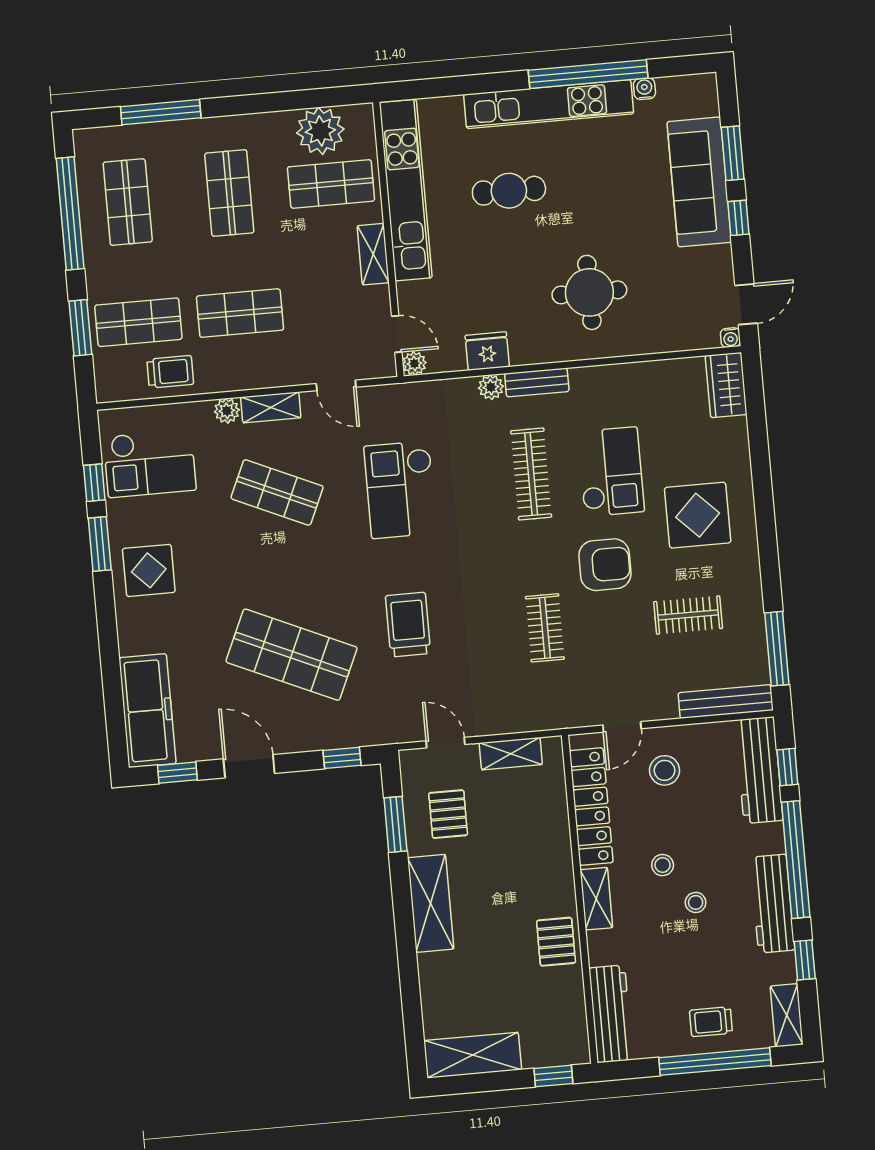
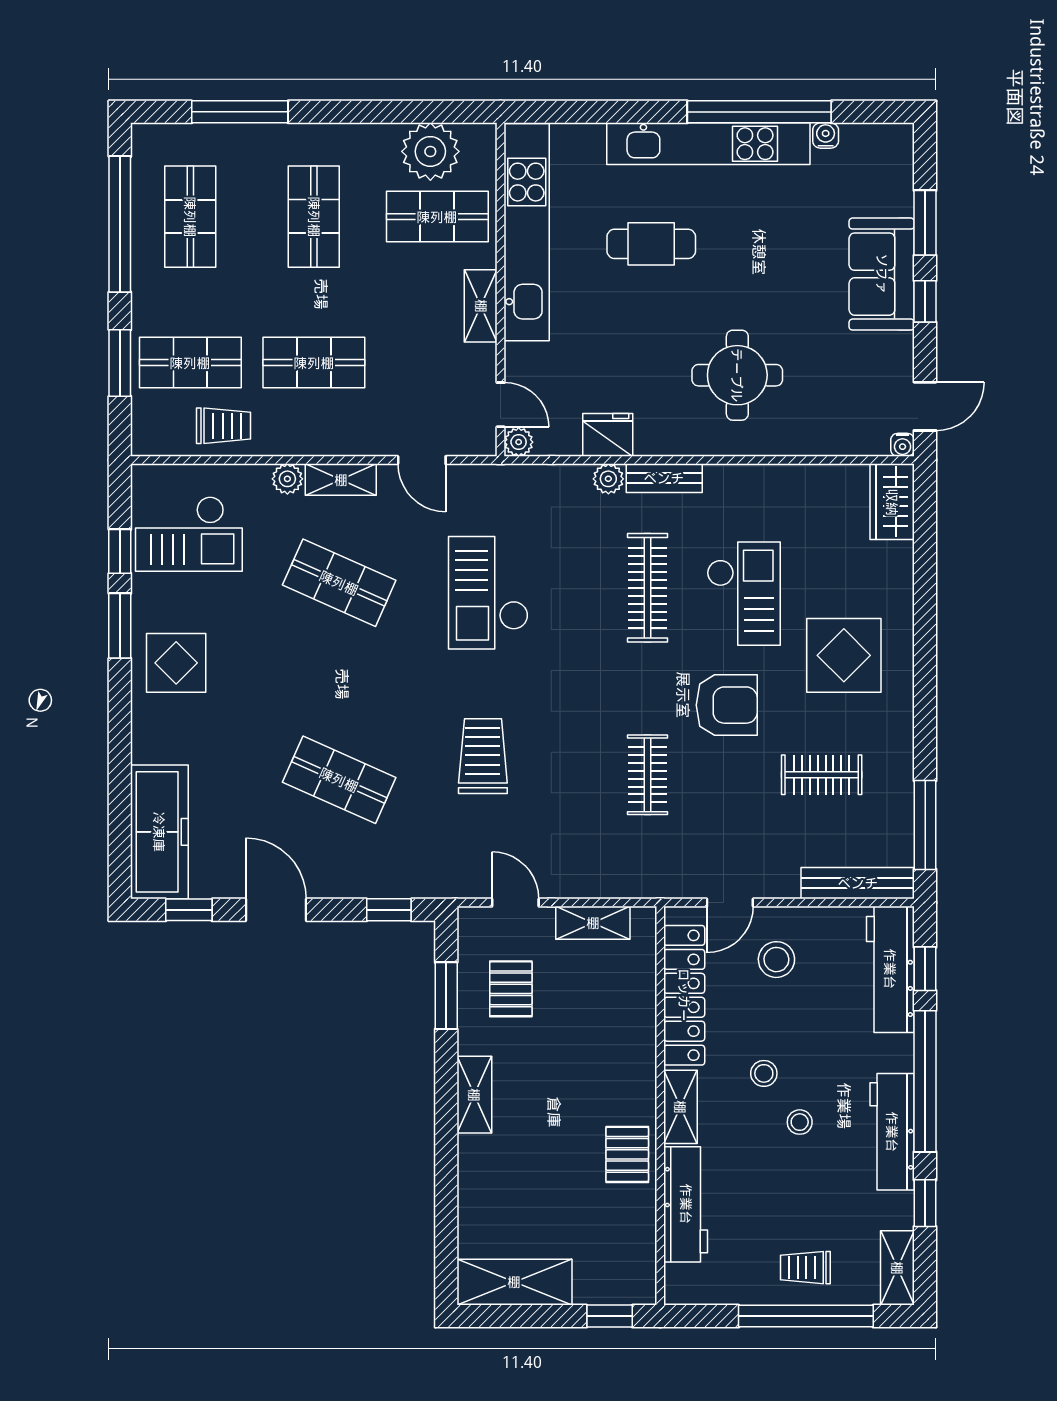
sofa: (699, 182) -> (882, 274), width x0.73
shop shelf: (292, 655) -> (339, 780), width x0.70, depth x0.74
shelving: (431, 903) -> (474, 1095), width x0.67, depth x0.75
workbench: (611, 1014) -> (686, 1204), moved

